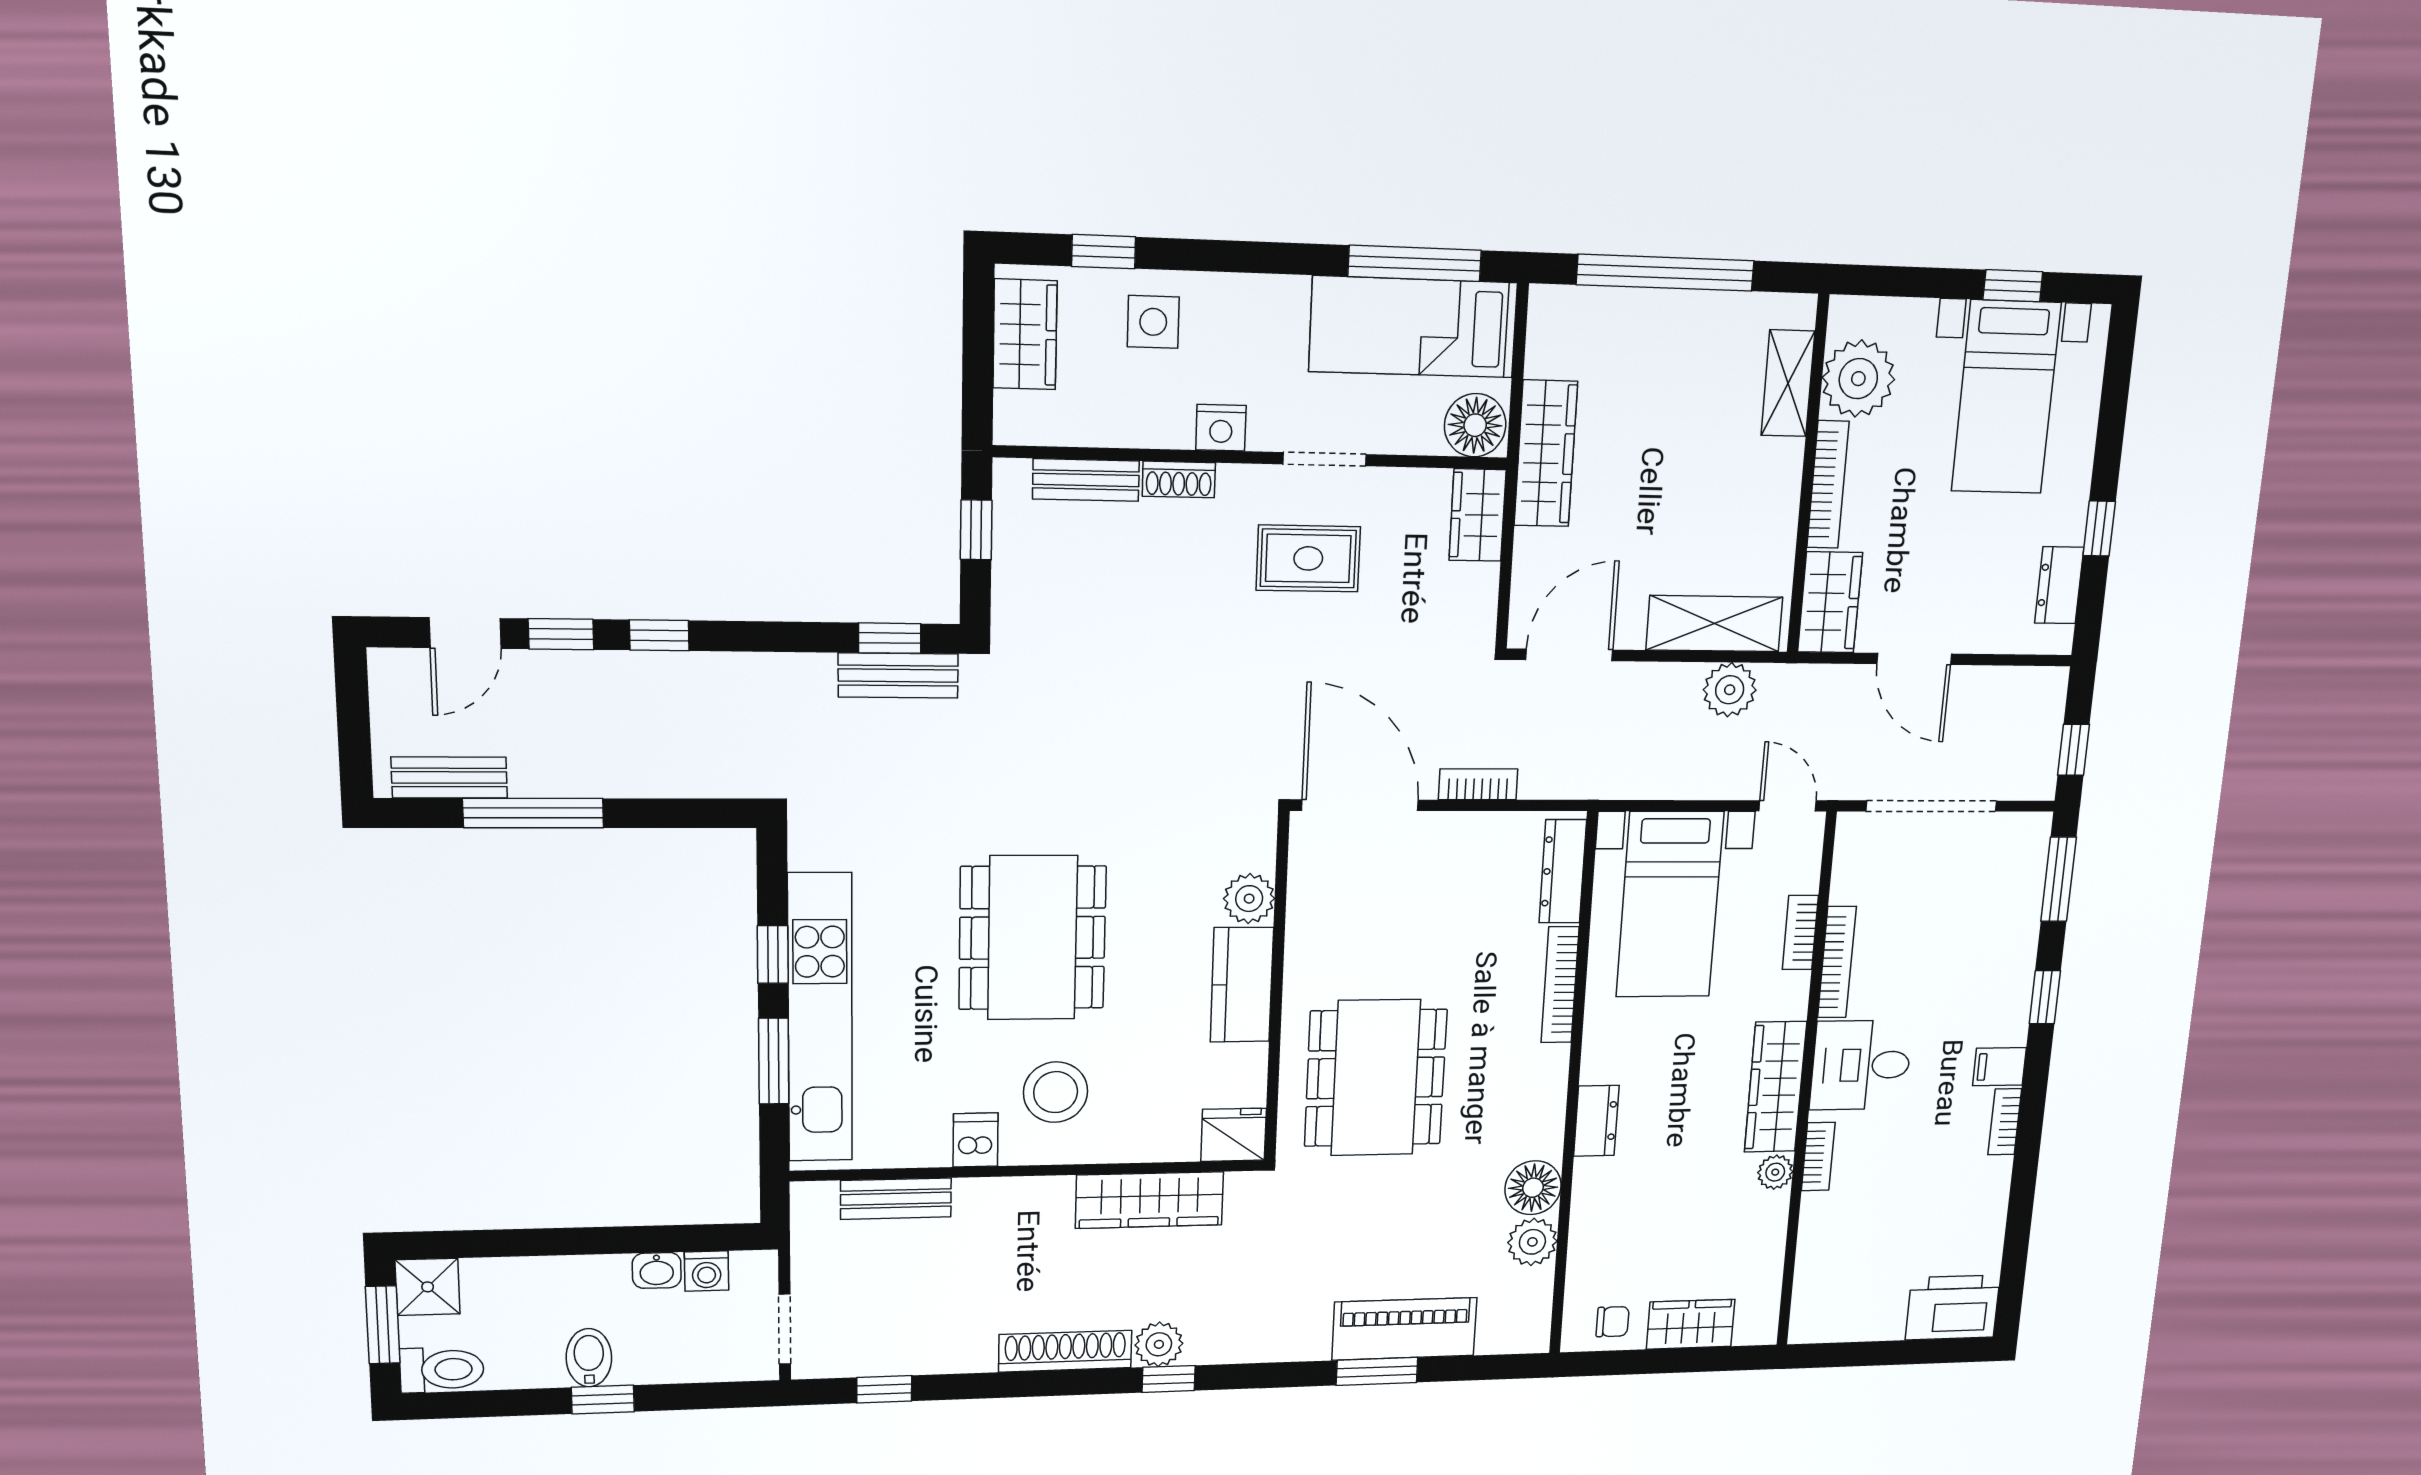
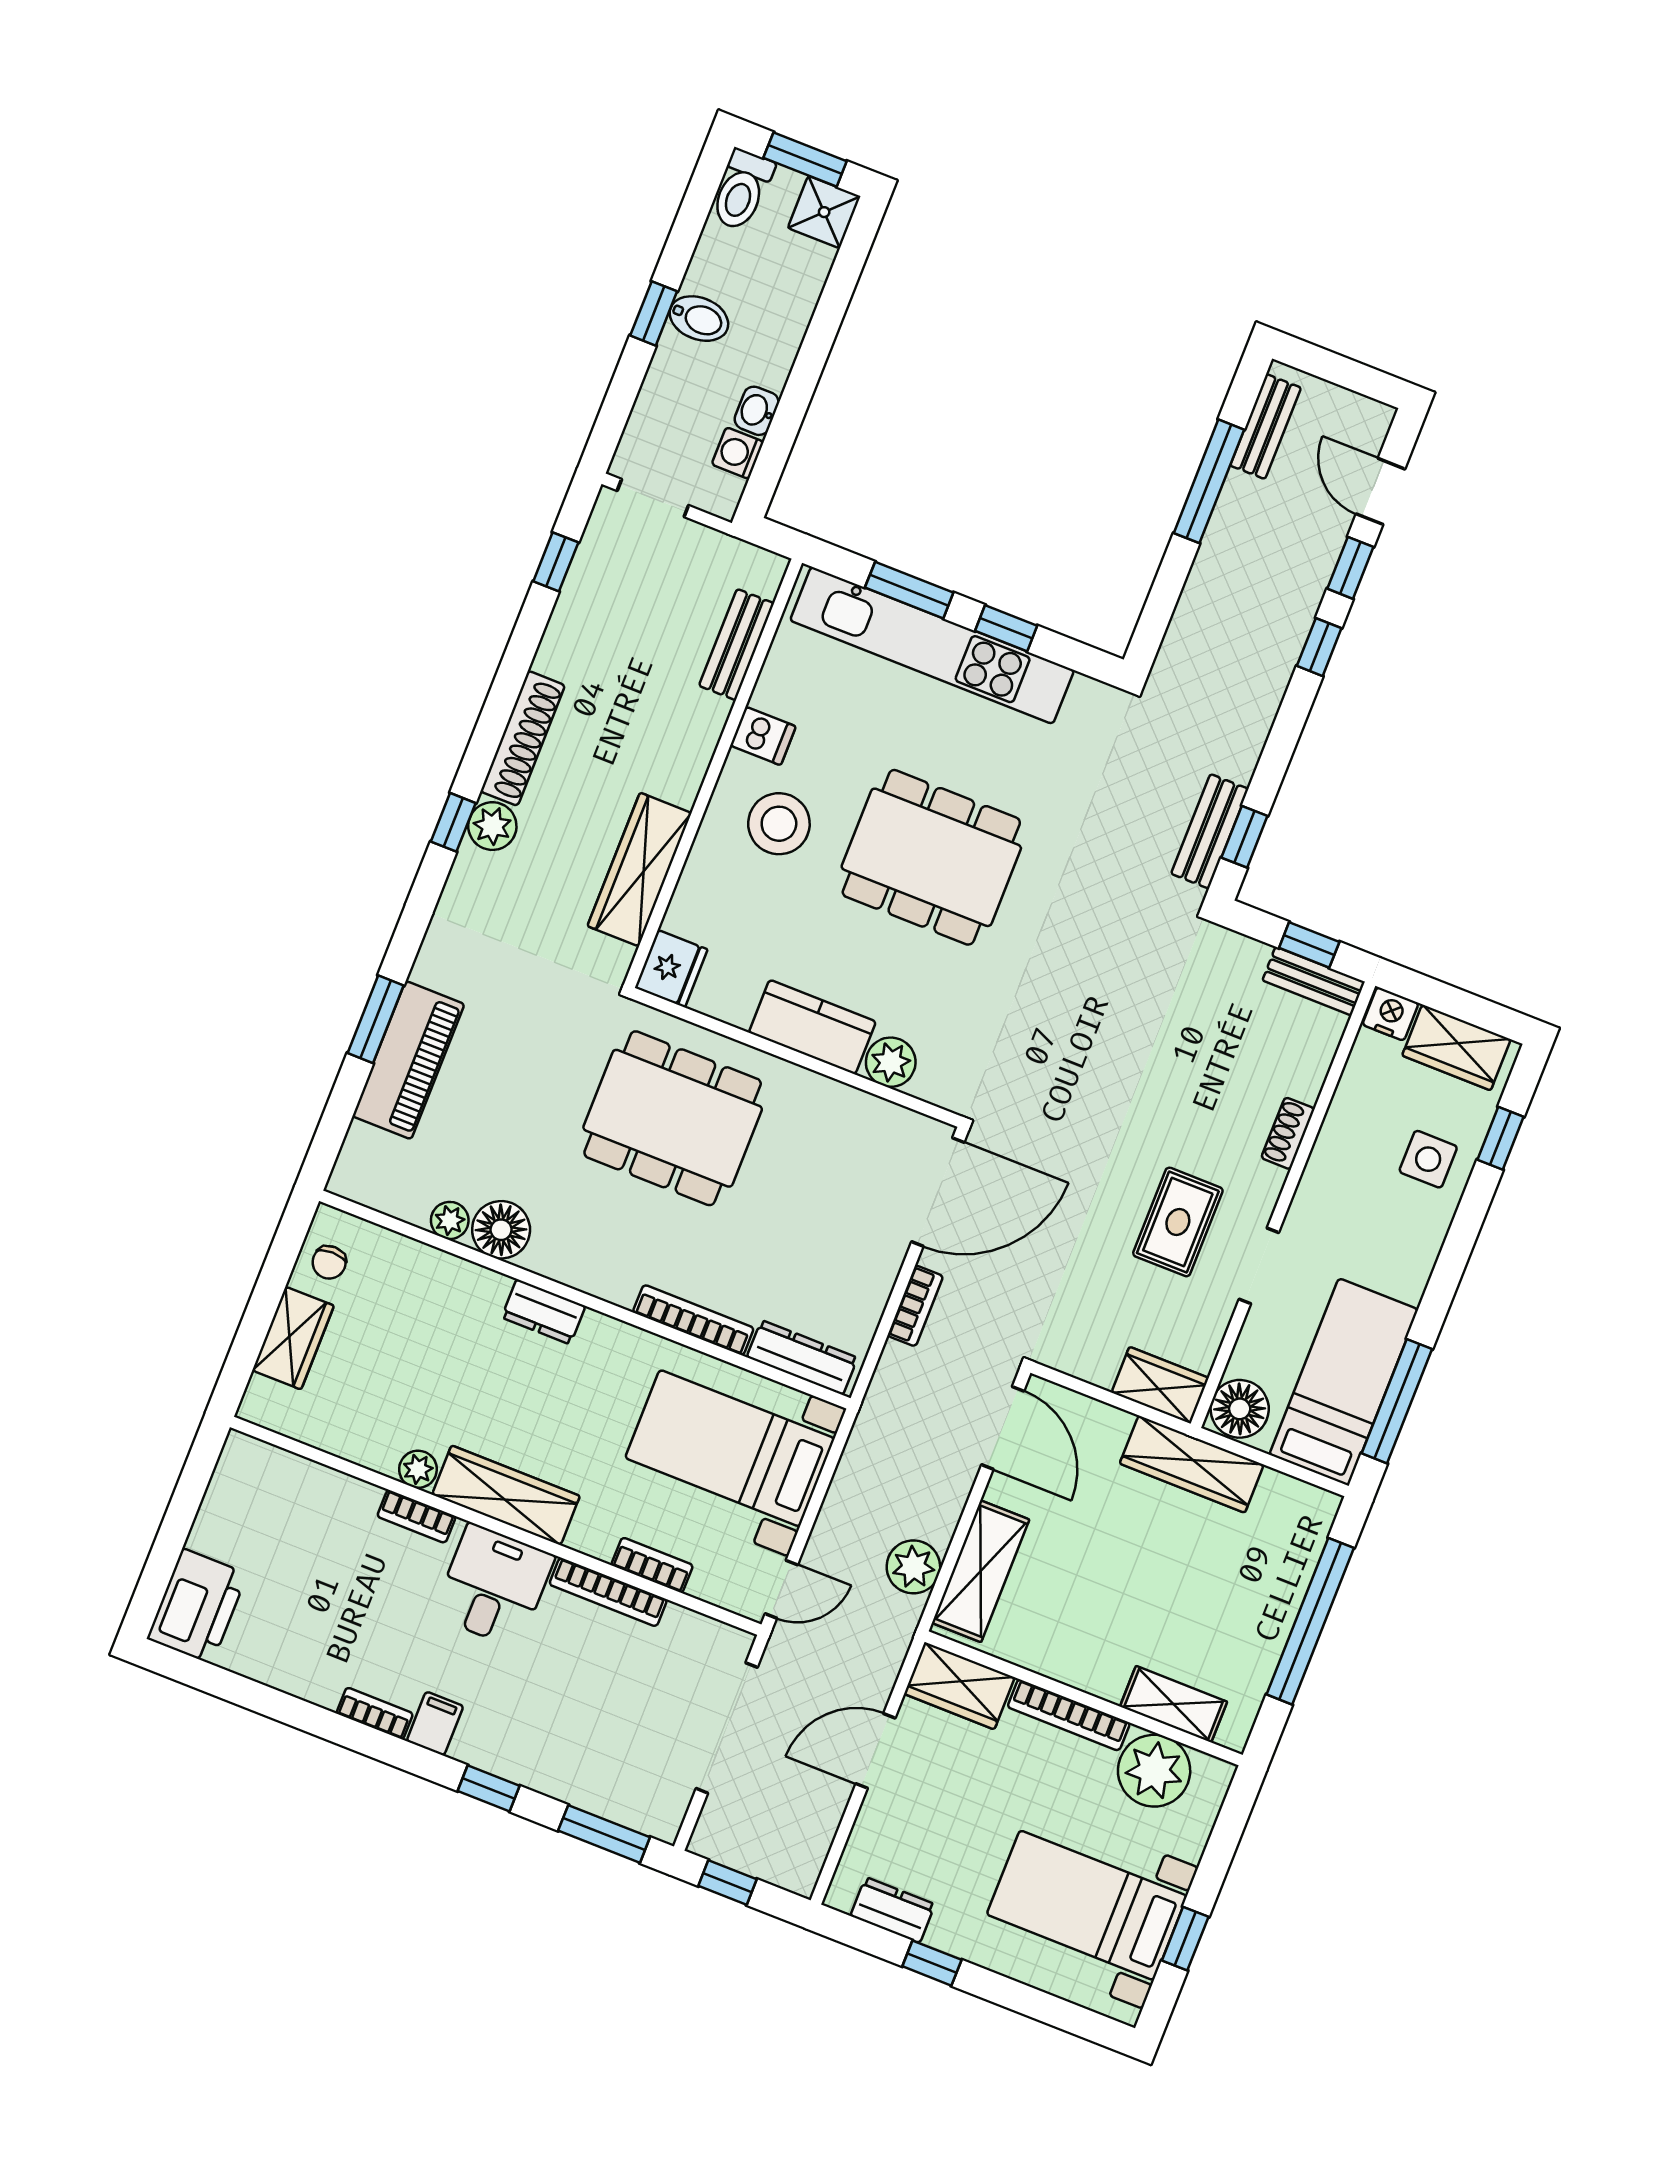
nightstand: (1221, 428) -> (1390, 1014), moved, turned 90
bench: (1086, 480) -> (1314, 981), moved, turned 90
plant: (1532, 1242) -> (450, 1220), width x0.73, depth x0.73

